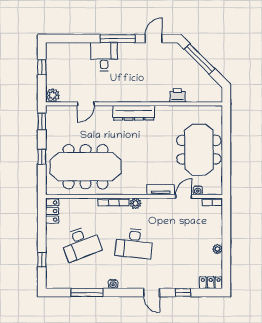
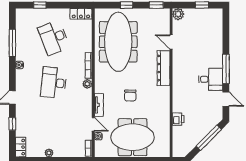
desk: (104, 57) -> (211, 79), moved
dresser: (134, 113) -> (164, 68), moved
chair: (149, 152) -> (130, 96), added

